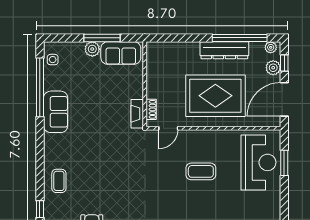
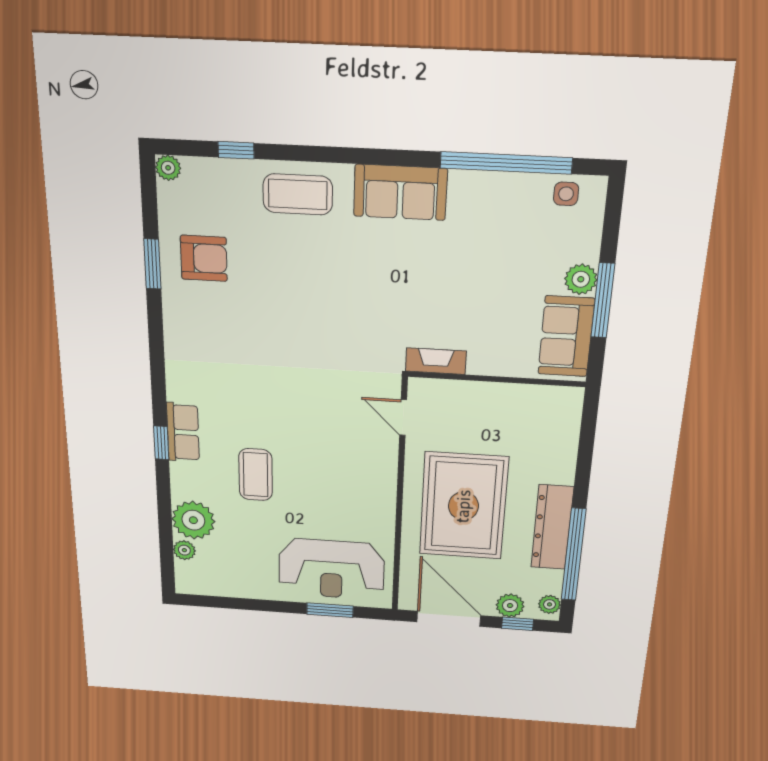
shoe rack: (151, 109) -> (443, 388), removed
sofa: (56, 112) -> (400, 192), moved
coffee table: (201, 171) -> (256, 475), moved
coffee table: (59, 181) -> (298, 194), width x1.36, depth x1.30

